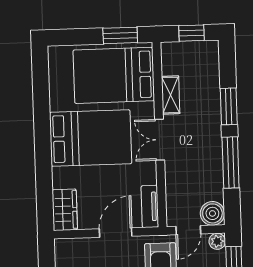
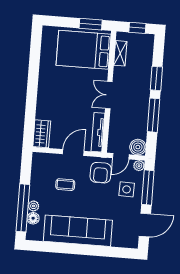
shelving: (171, 95) -> (120, 53), moved
bed: (91, 138) -> (64, 89), removed
tv unit: (150, 206) -> (98, 132), width x1.41

